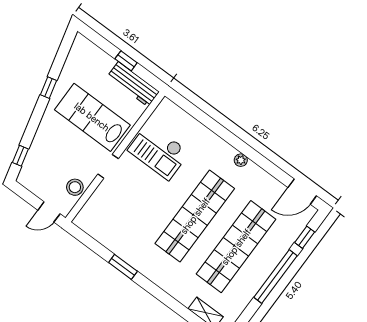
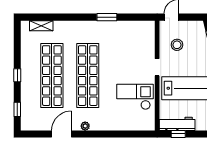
window: (126, 61) -> (178, 134), moved
stool: (75, 187) -> (177, 45), moved
door: (302, 192) -> (62, 134), moved
window: (275, 277) -> (17, 75), width x0.32

